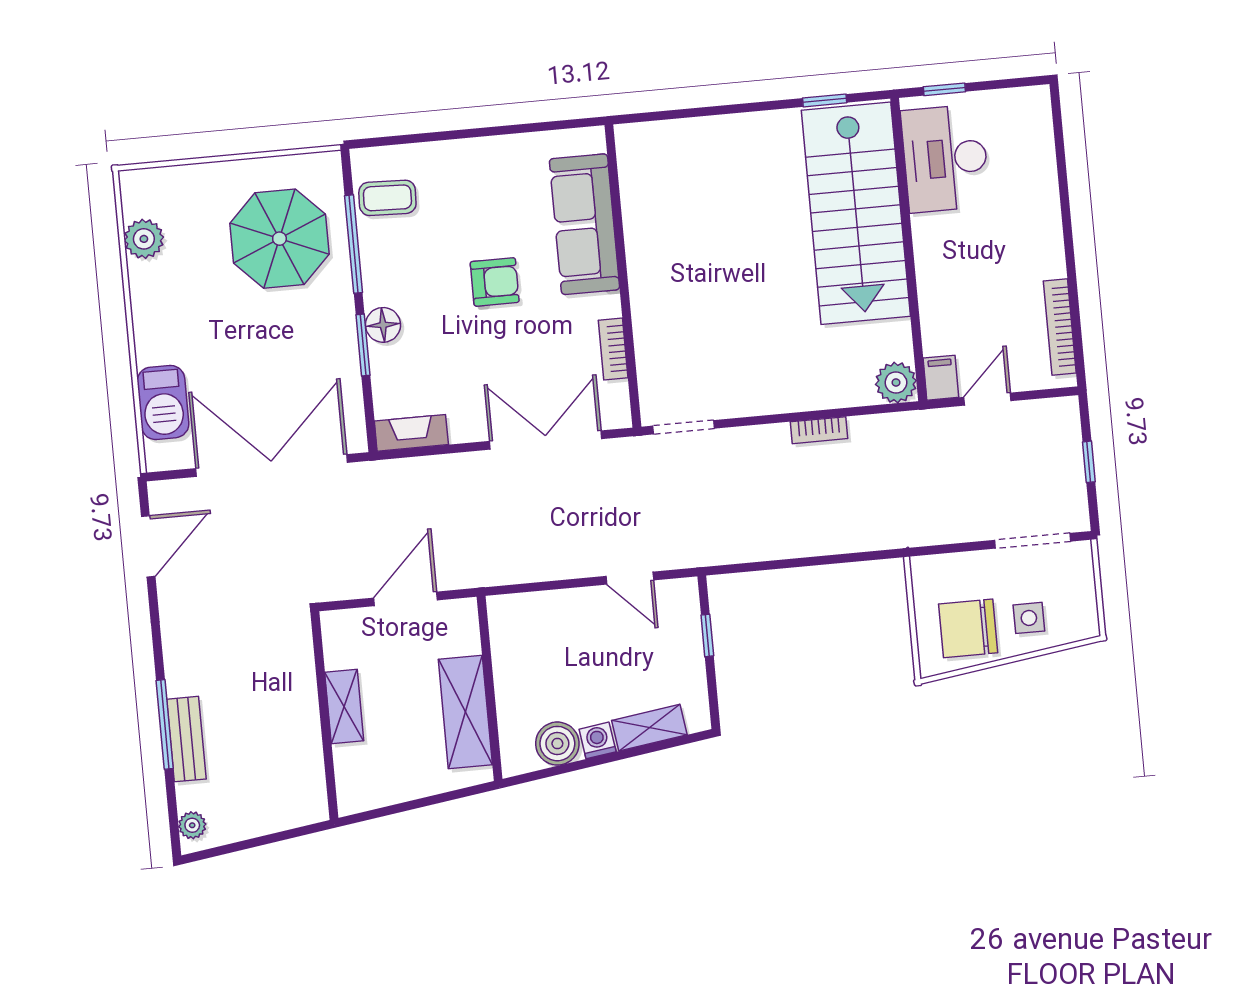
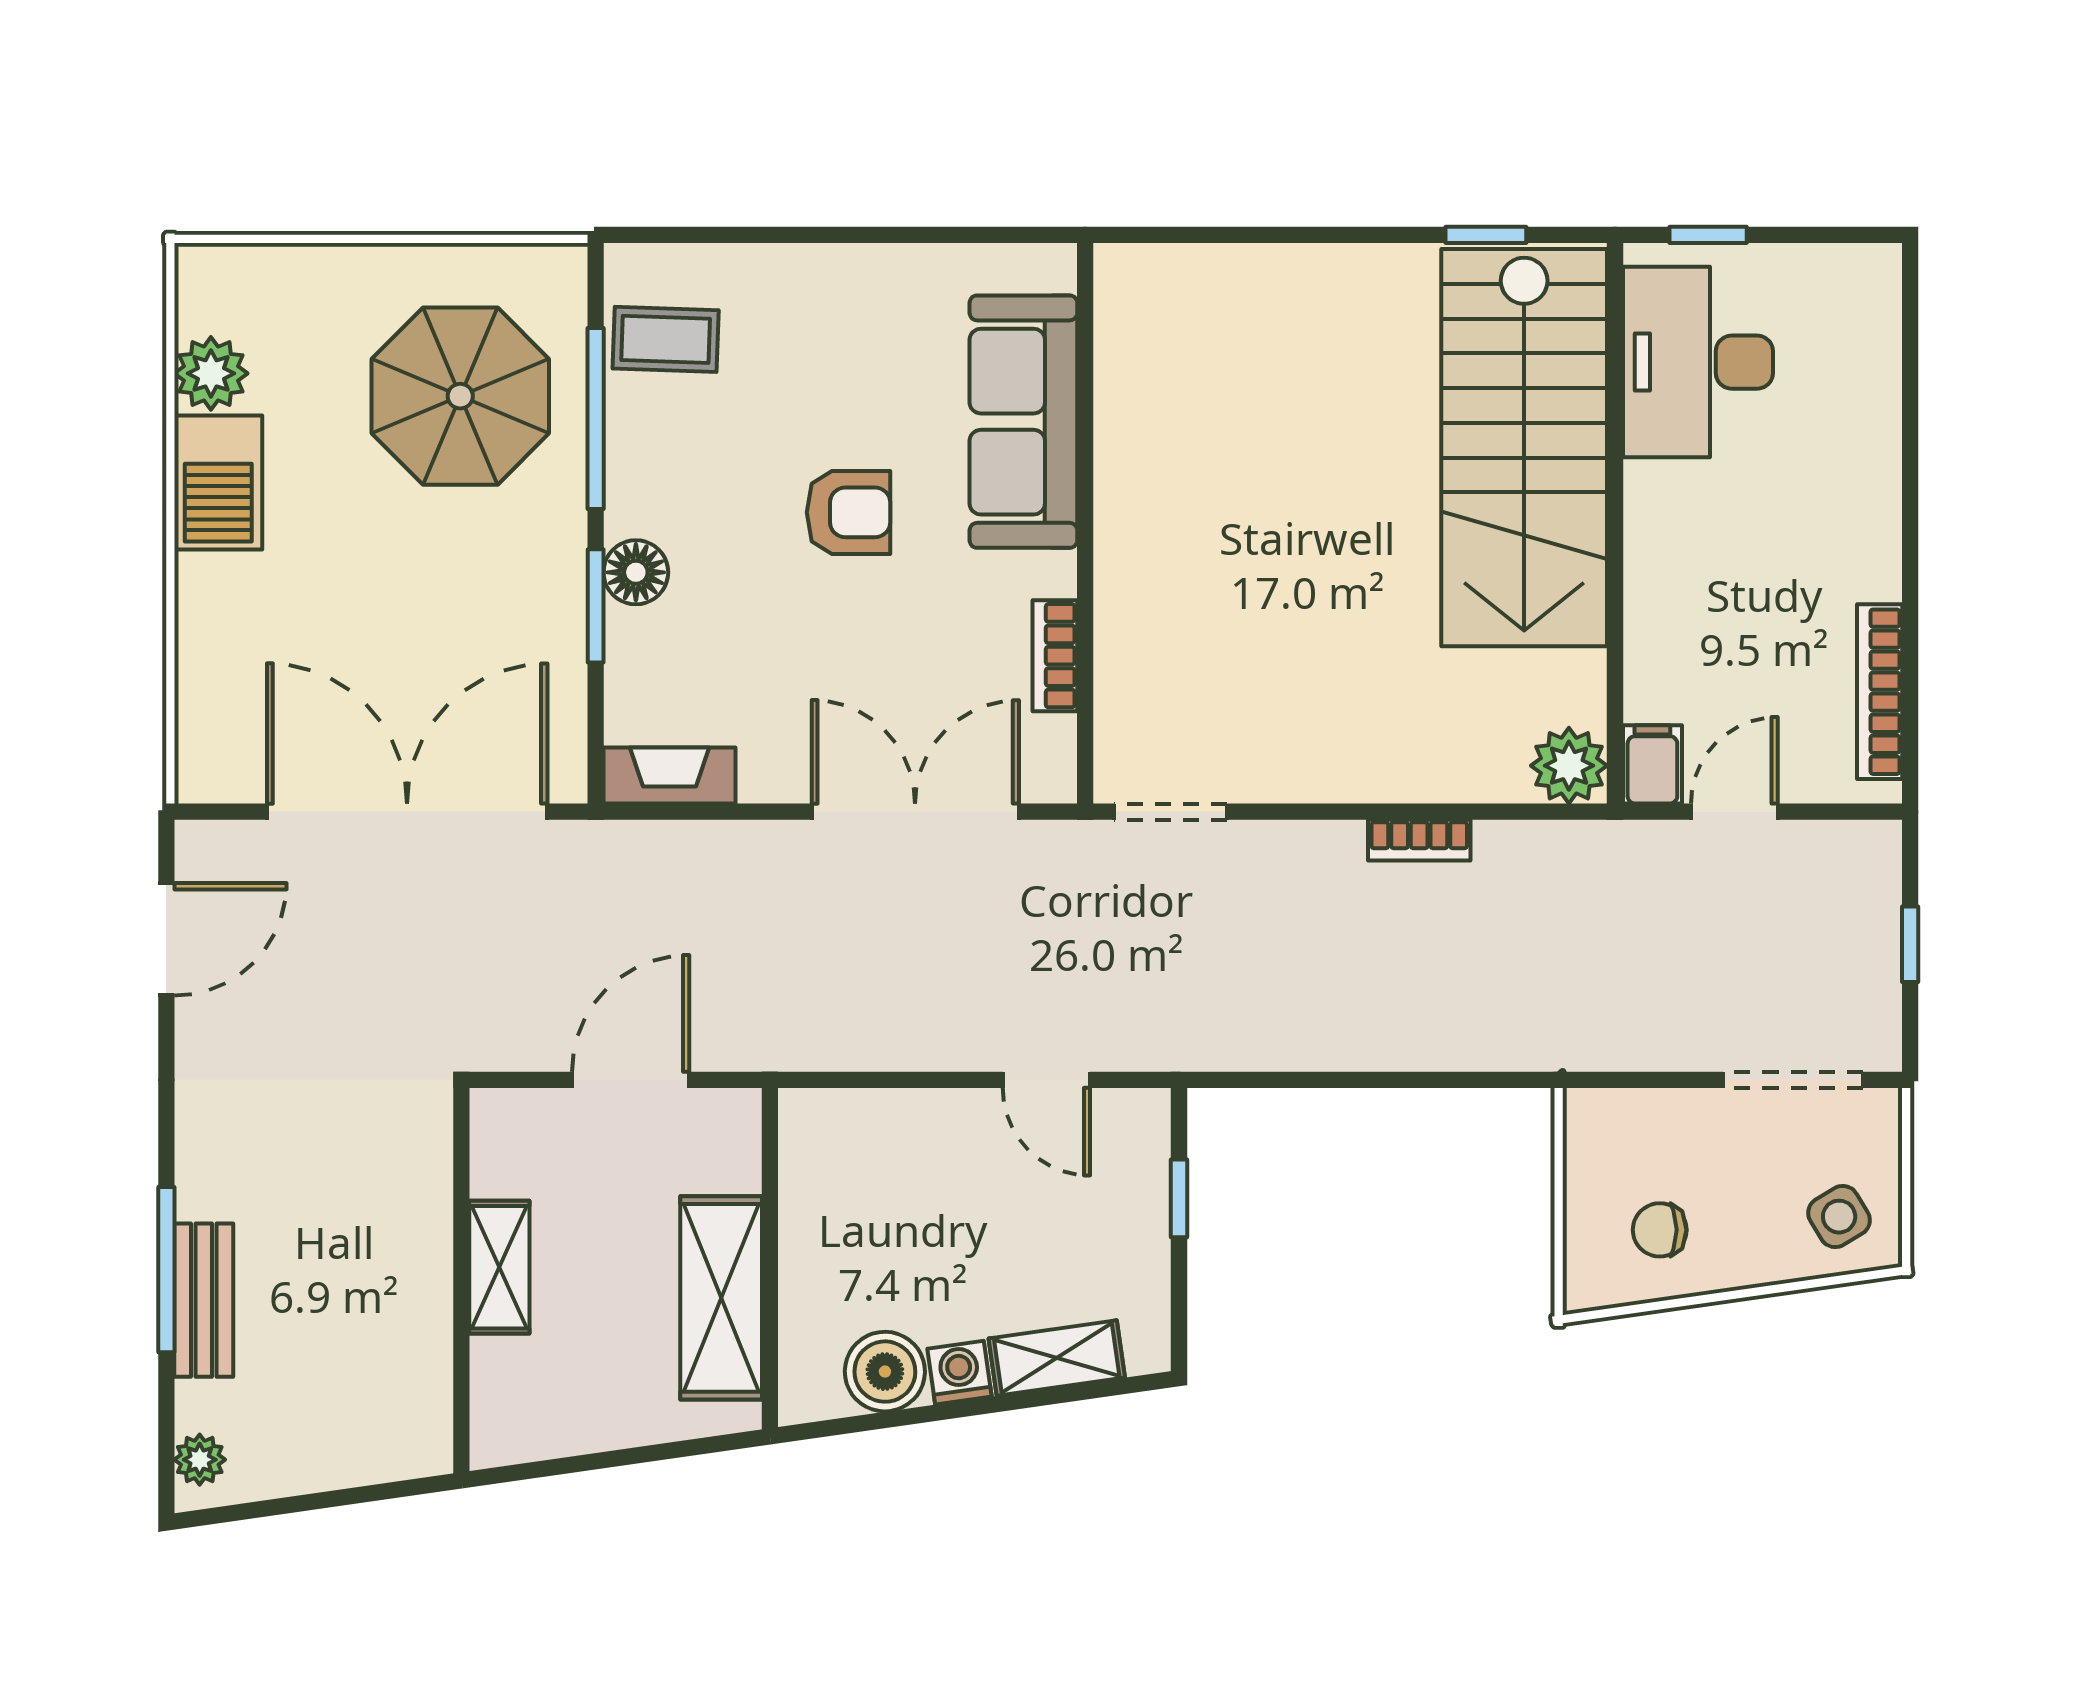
barbecue: (163, 402) -> (218, 482), moved
side table: (1029, 618) -> (1839, 1217), moved, turned -31
chair: (968, 628) -> (1660, 1230), width x0.54, depth x0.54

